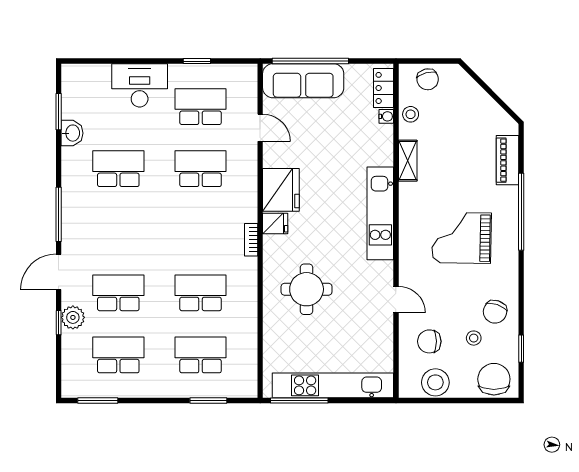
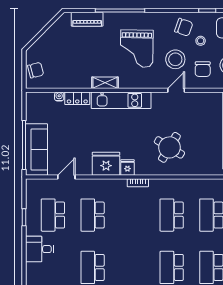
desk: (140, 85) -> (39, 249), width x0.73
locker: (384, 88) -> (77, 98), moved
stool: (411, 114) -> (175, 59), moved, width x1.89, depth x1.89
shelving: (408, 161) -> (105, 83), moved
round table: (307, 289) -> (169, 147), turned 31

